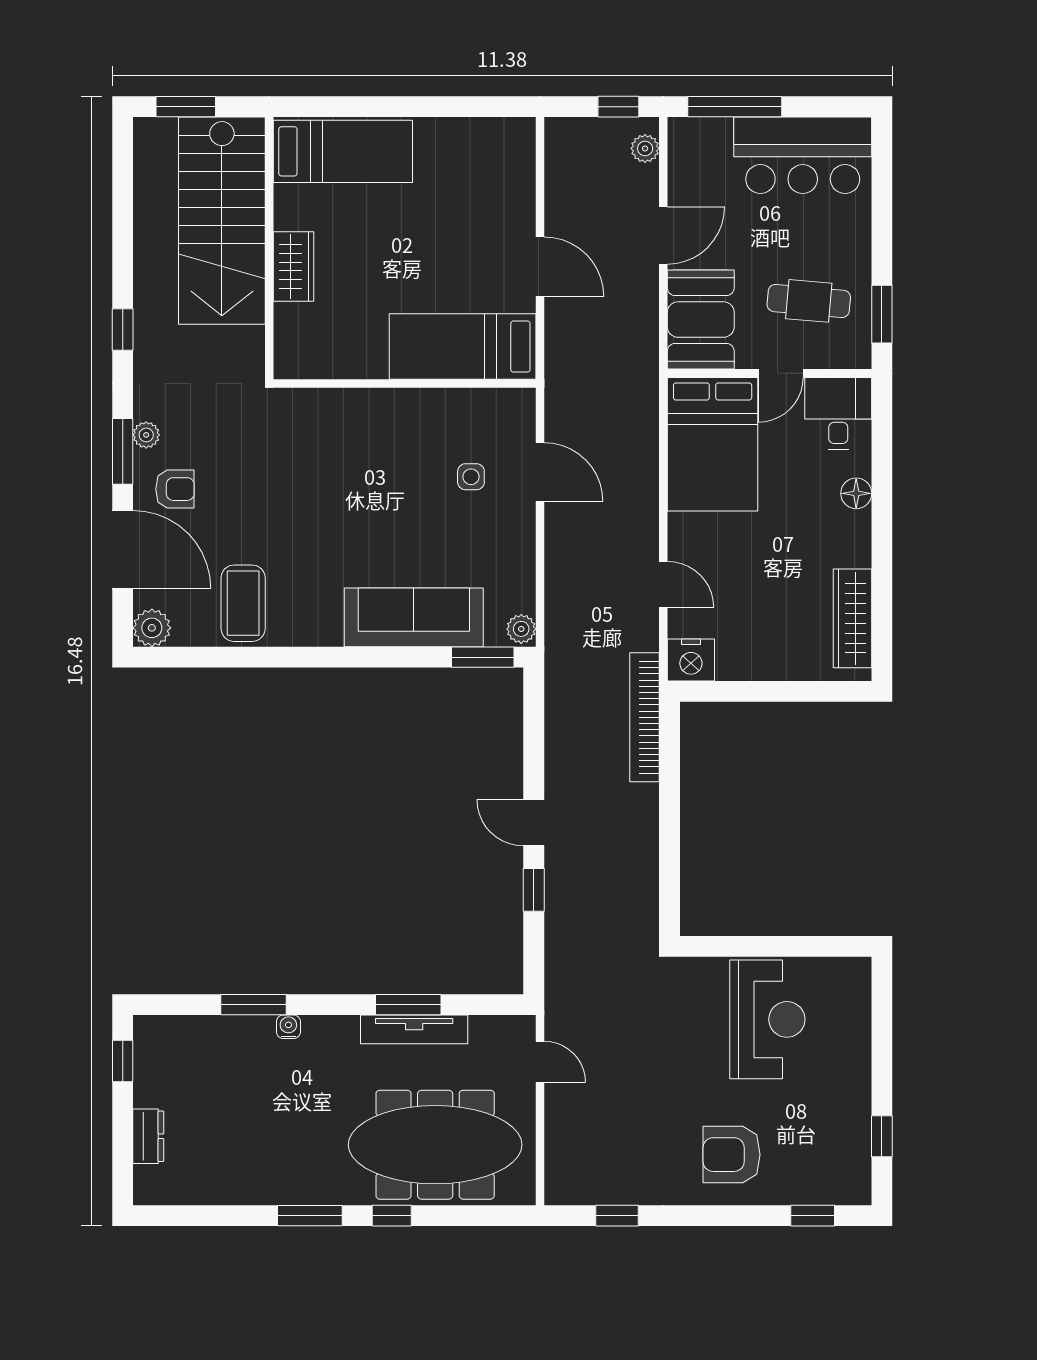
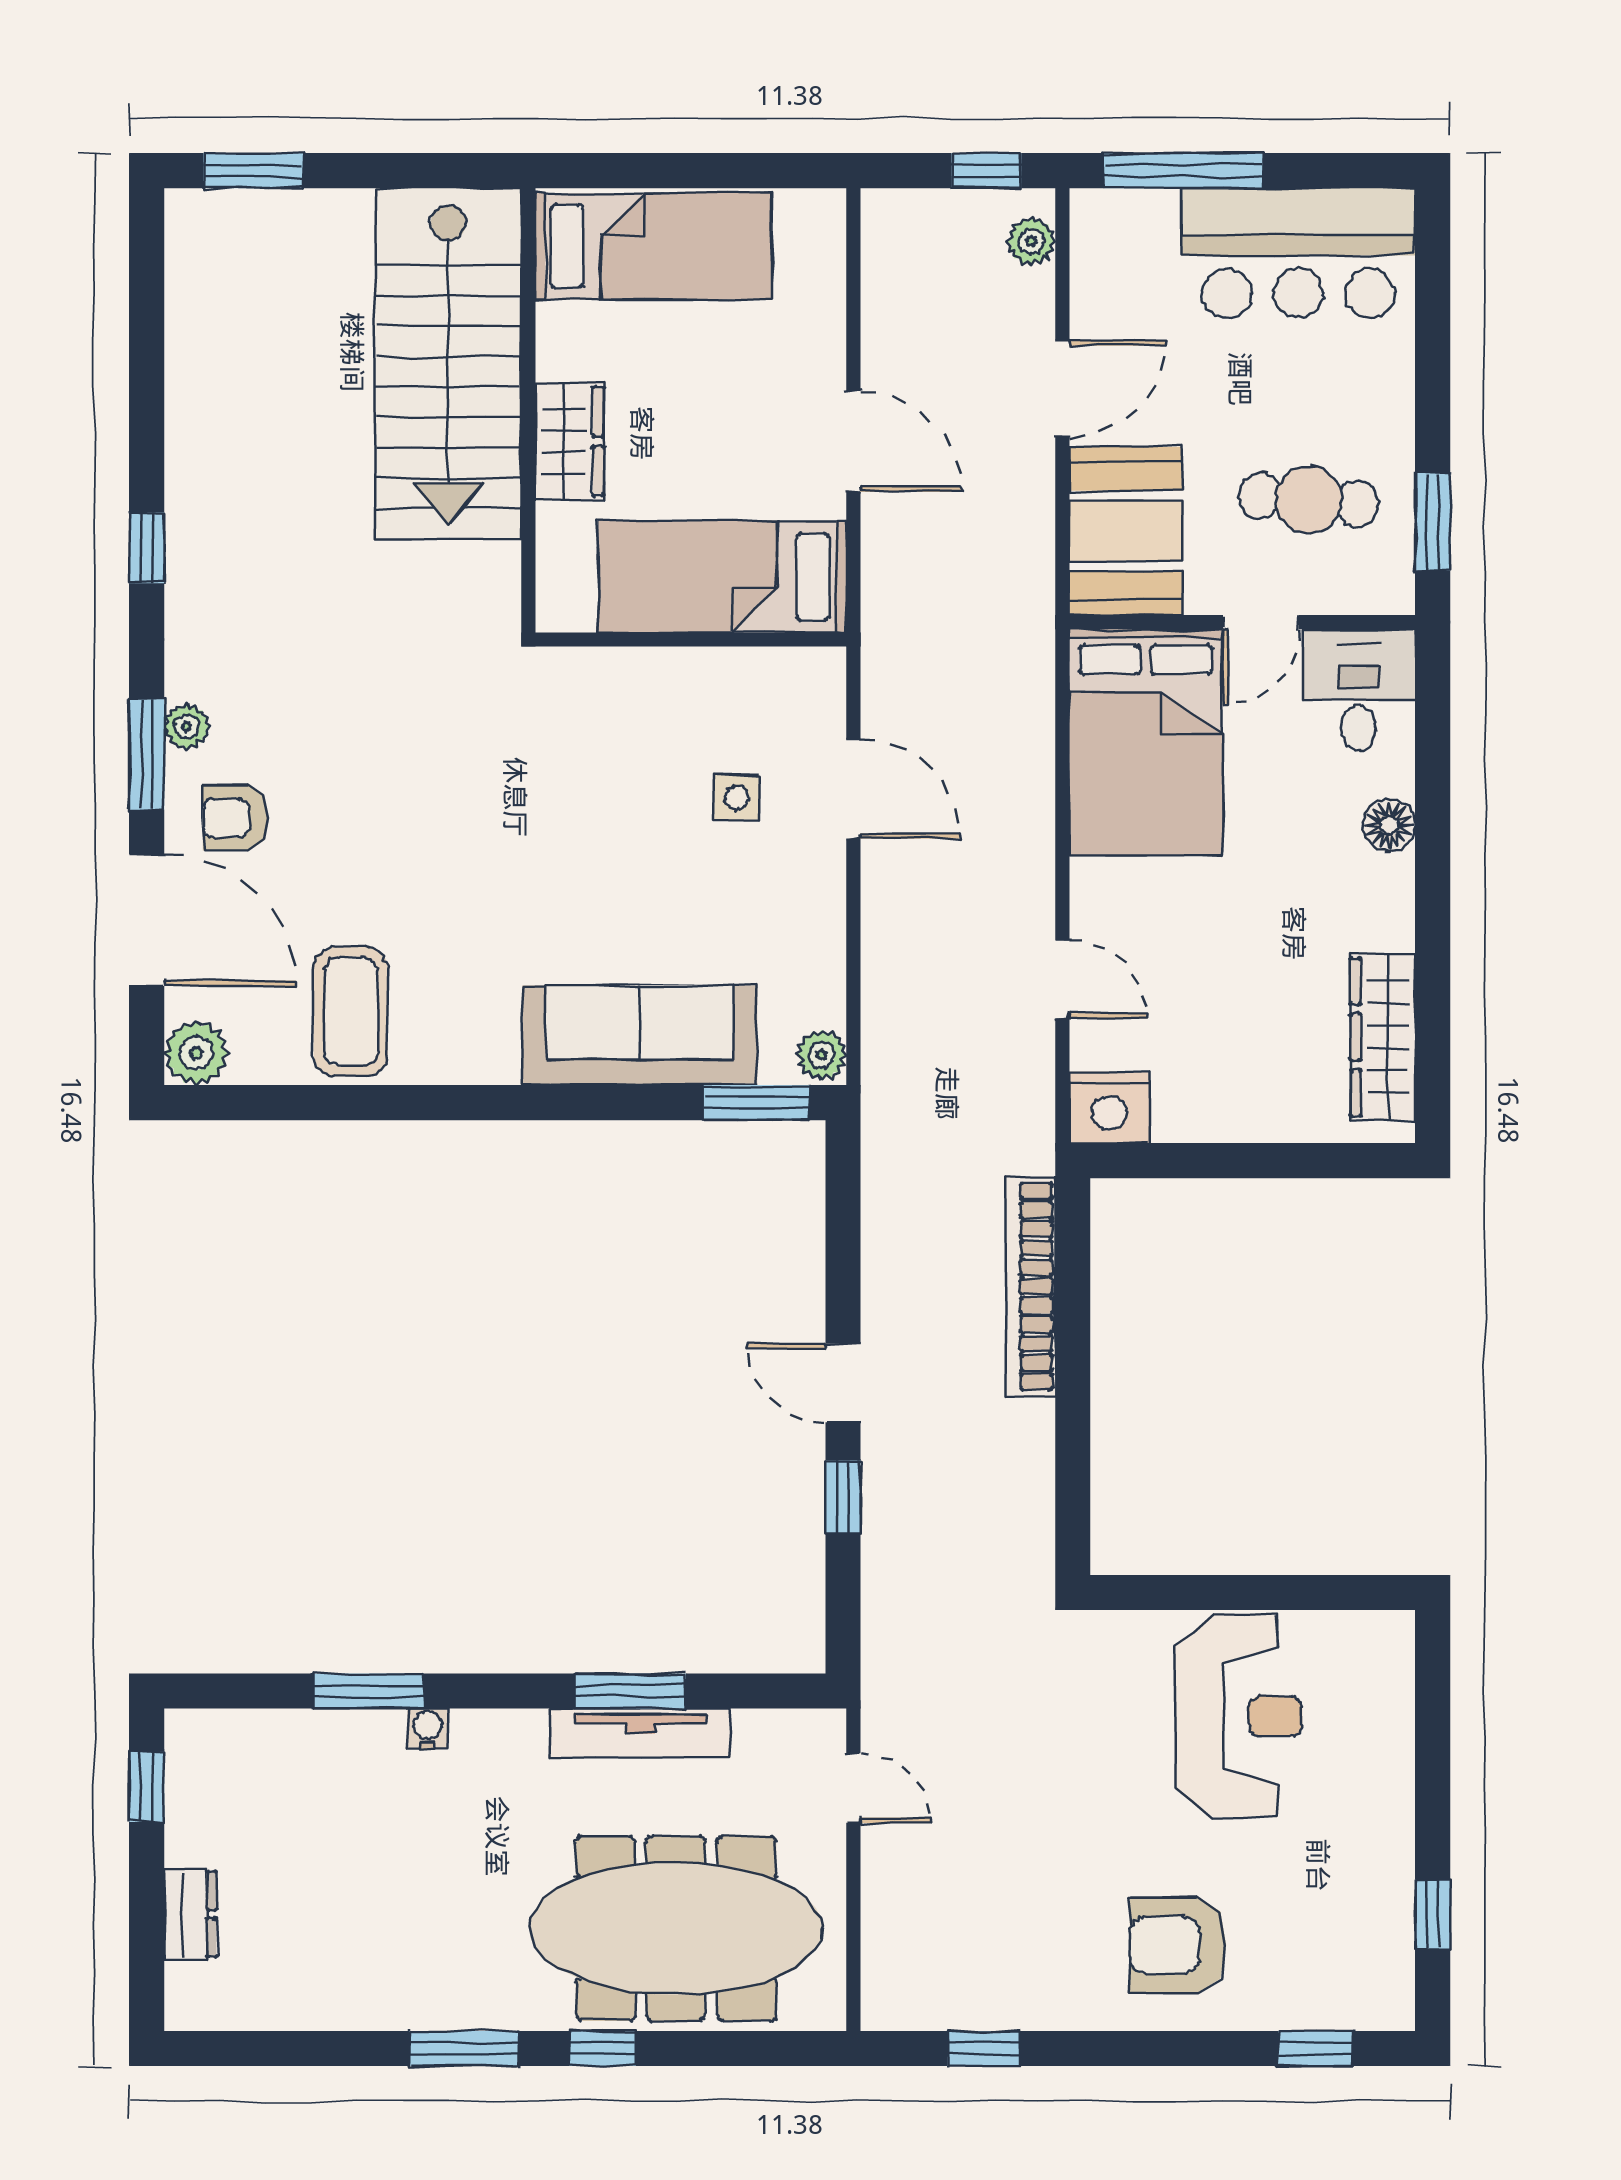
bed: (343, 151) -> (653, 246), moved
stairs: (222, 221) -> (448, 364), moved
wall: (269, 248) -> (528, 410), moved
wardrobe: (294, 266) -> (570, 441), moved
armchair: (175, 489) -> (235, 818), turned 180
bookcase: (645, 717) -> (1031, 1286), moved

